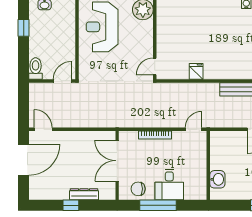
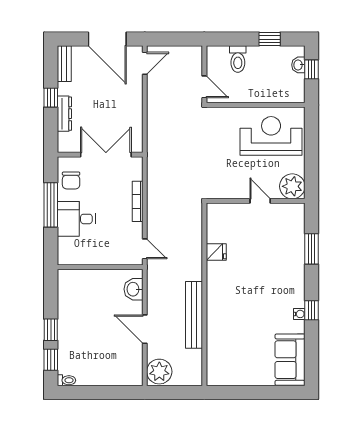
door: (155, 66) -> (260, 201), moved
toilet: (36, 68) -> (238, 59), moved, turned 90
washbasin: (217, 179) -> (133, 289), moved, turned 90
chair: (138, 189) -> (71, 180), turned 180
bench: (43, 194) -> (64, 64), added

